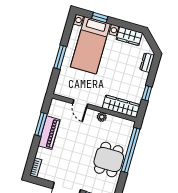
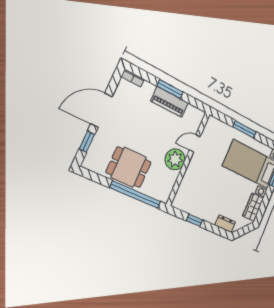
wardrobe: (121, 106) -> (185, 190), removed
plant: (102, 117) -> (175, 159), width x1.88, depth x1.88
window: (41, 124) -> (170, 89), moved

